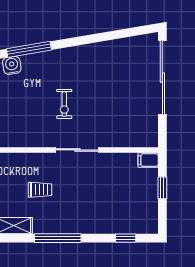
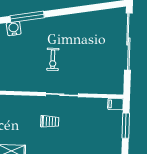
window: (162, 188) -> (126, 126), width x1.50
trolley: (40, 190) -> (50, 121), moved

